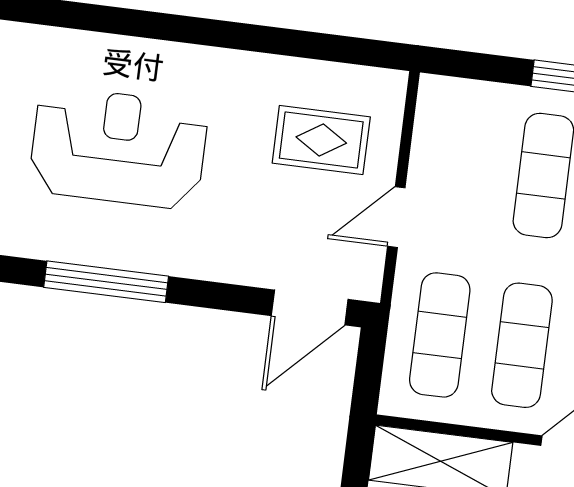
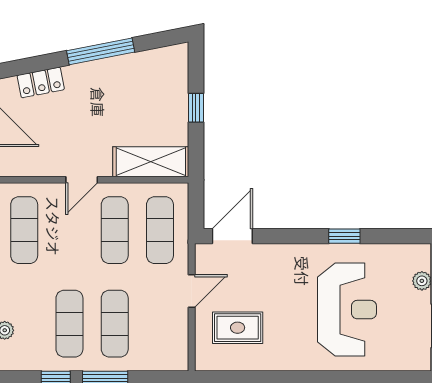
reception desk: (118, 148) -> (347, 310), turned -90
window: (106, 282) -> (344, 236), width x0.46

